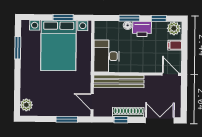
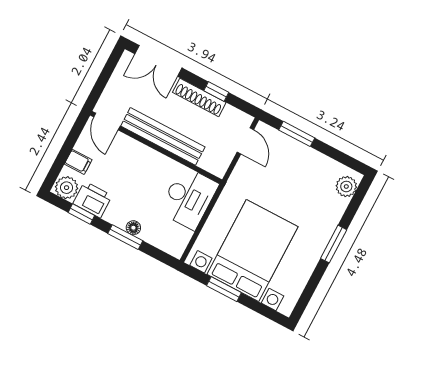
printer: (142, 29) -> (93, 200), moved
window: (18, 48) -> (334, 244), moved
bench: (119, 81) -> (163, 136), moved

